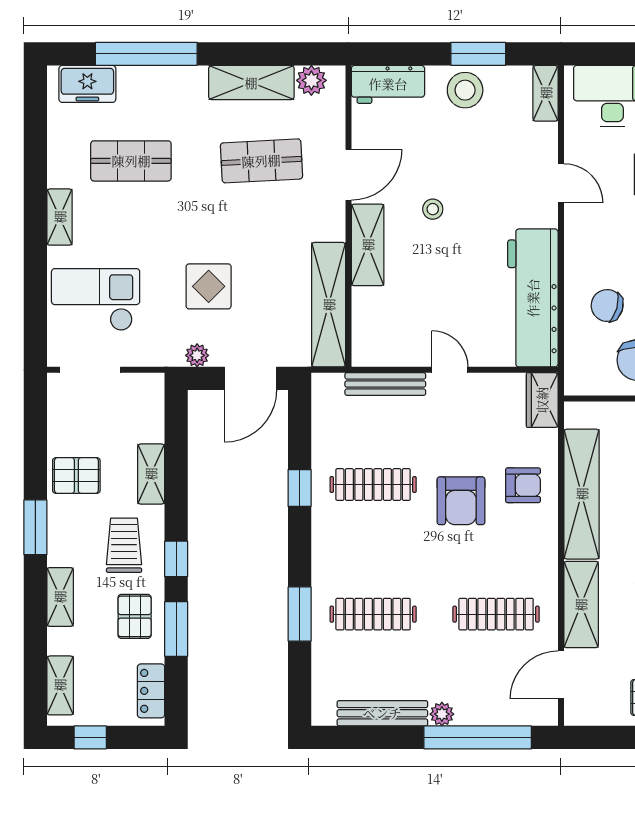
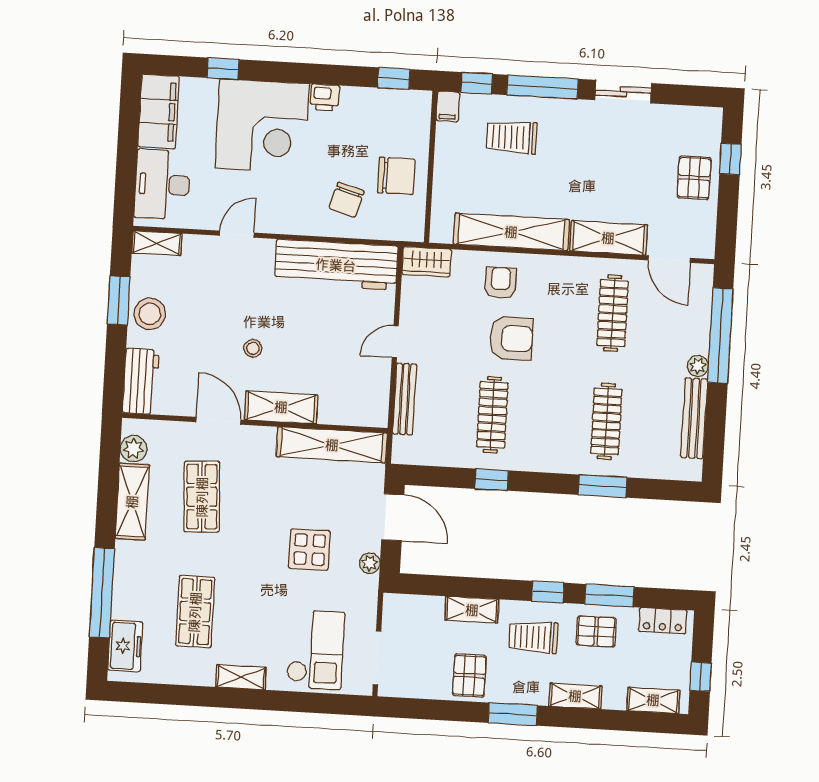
checkout: (96, 300) -> (315, 650), turned 180

